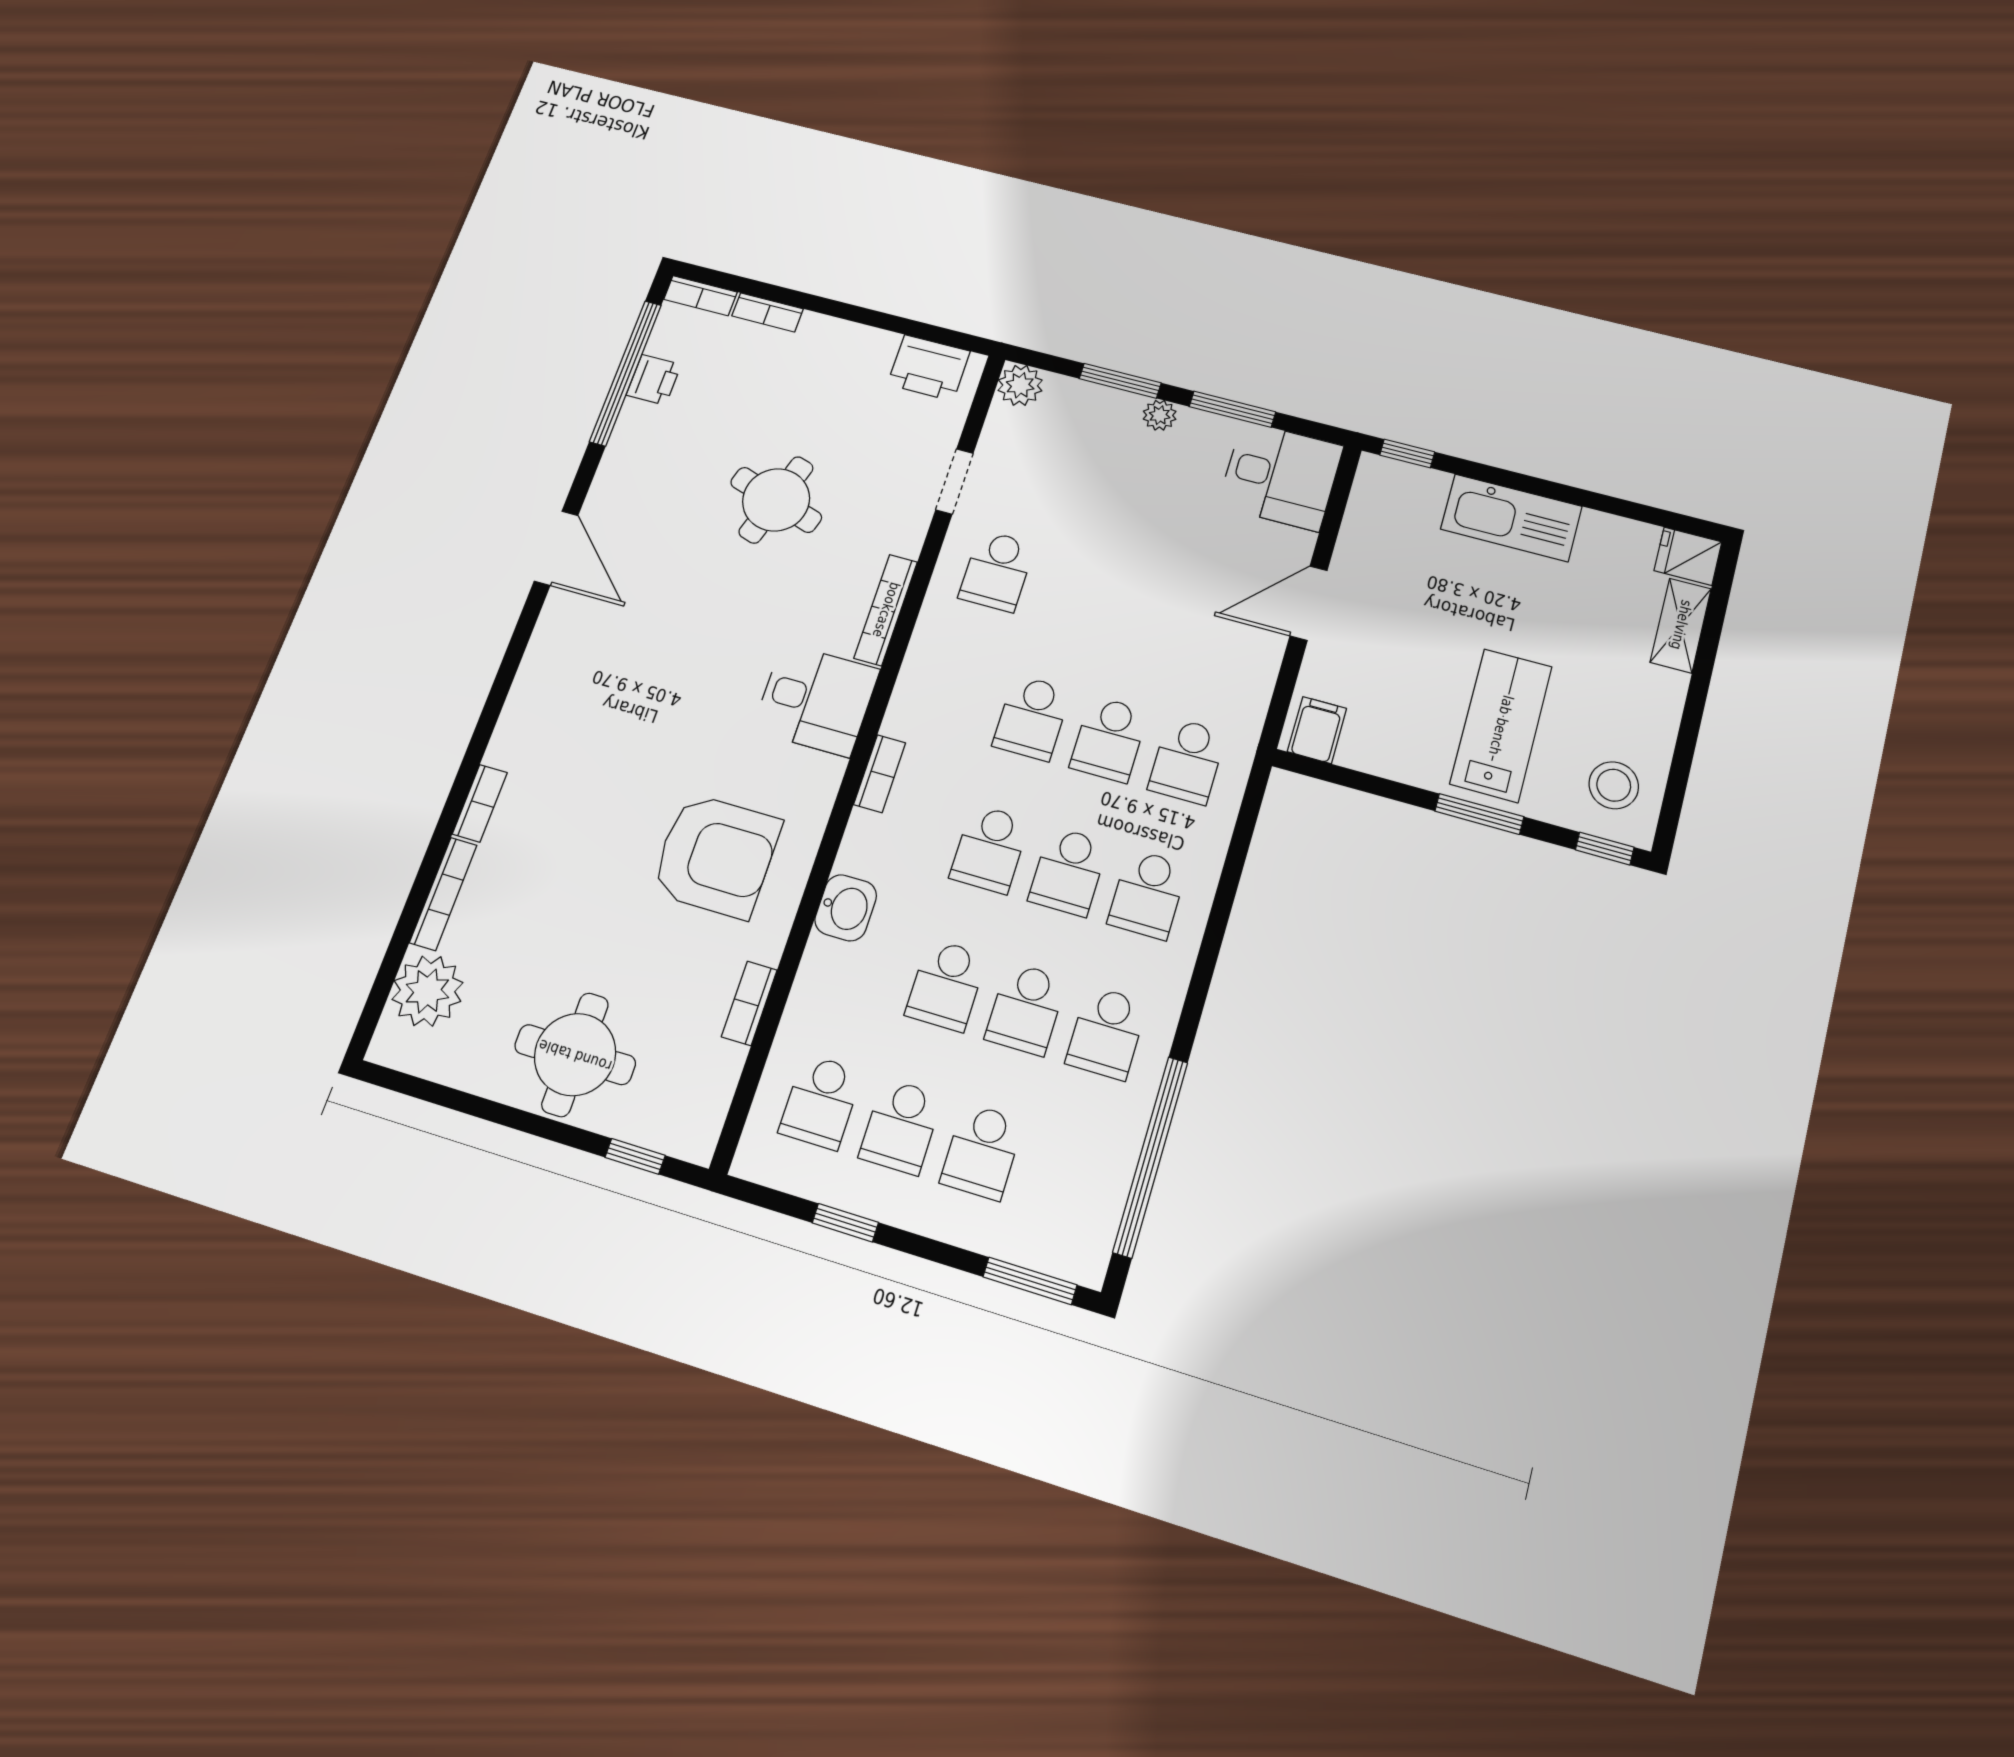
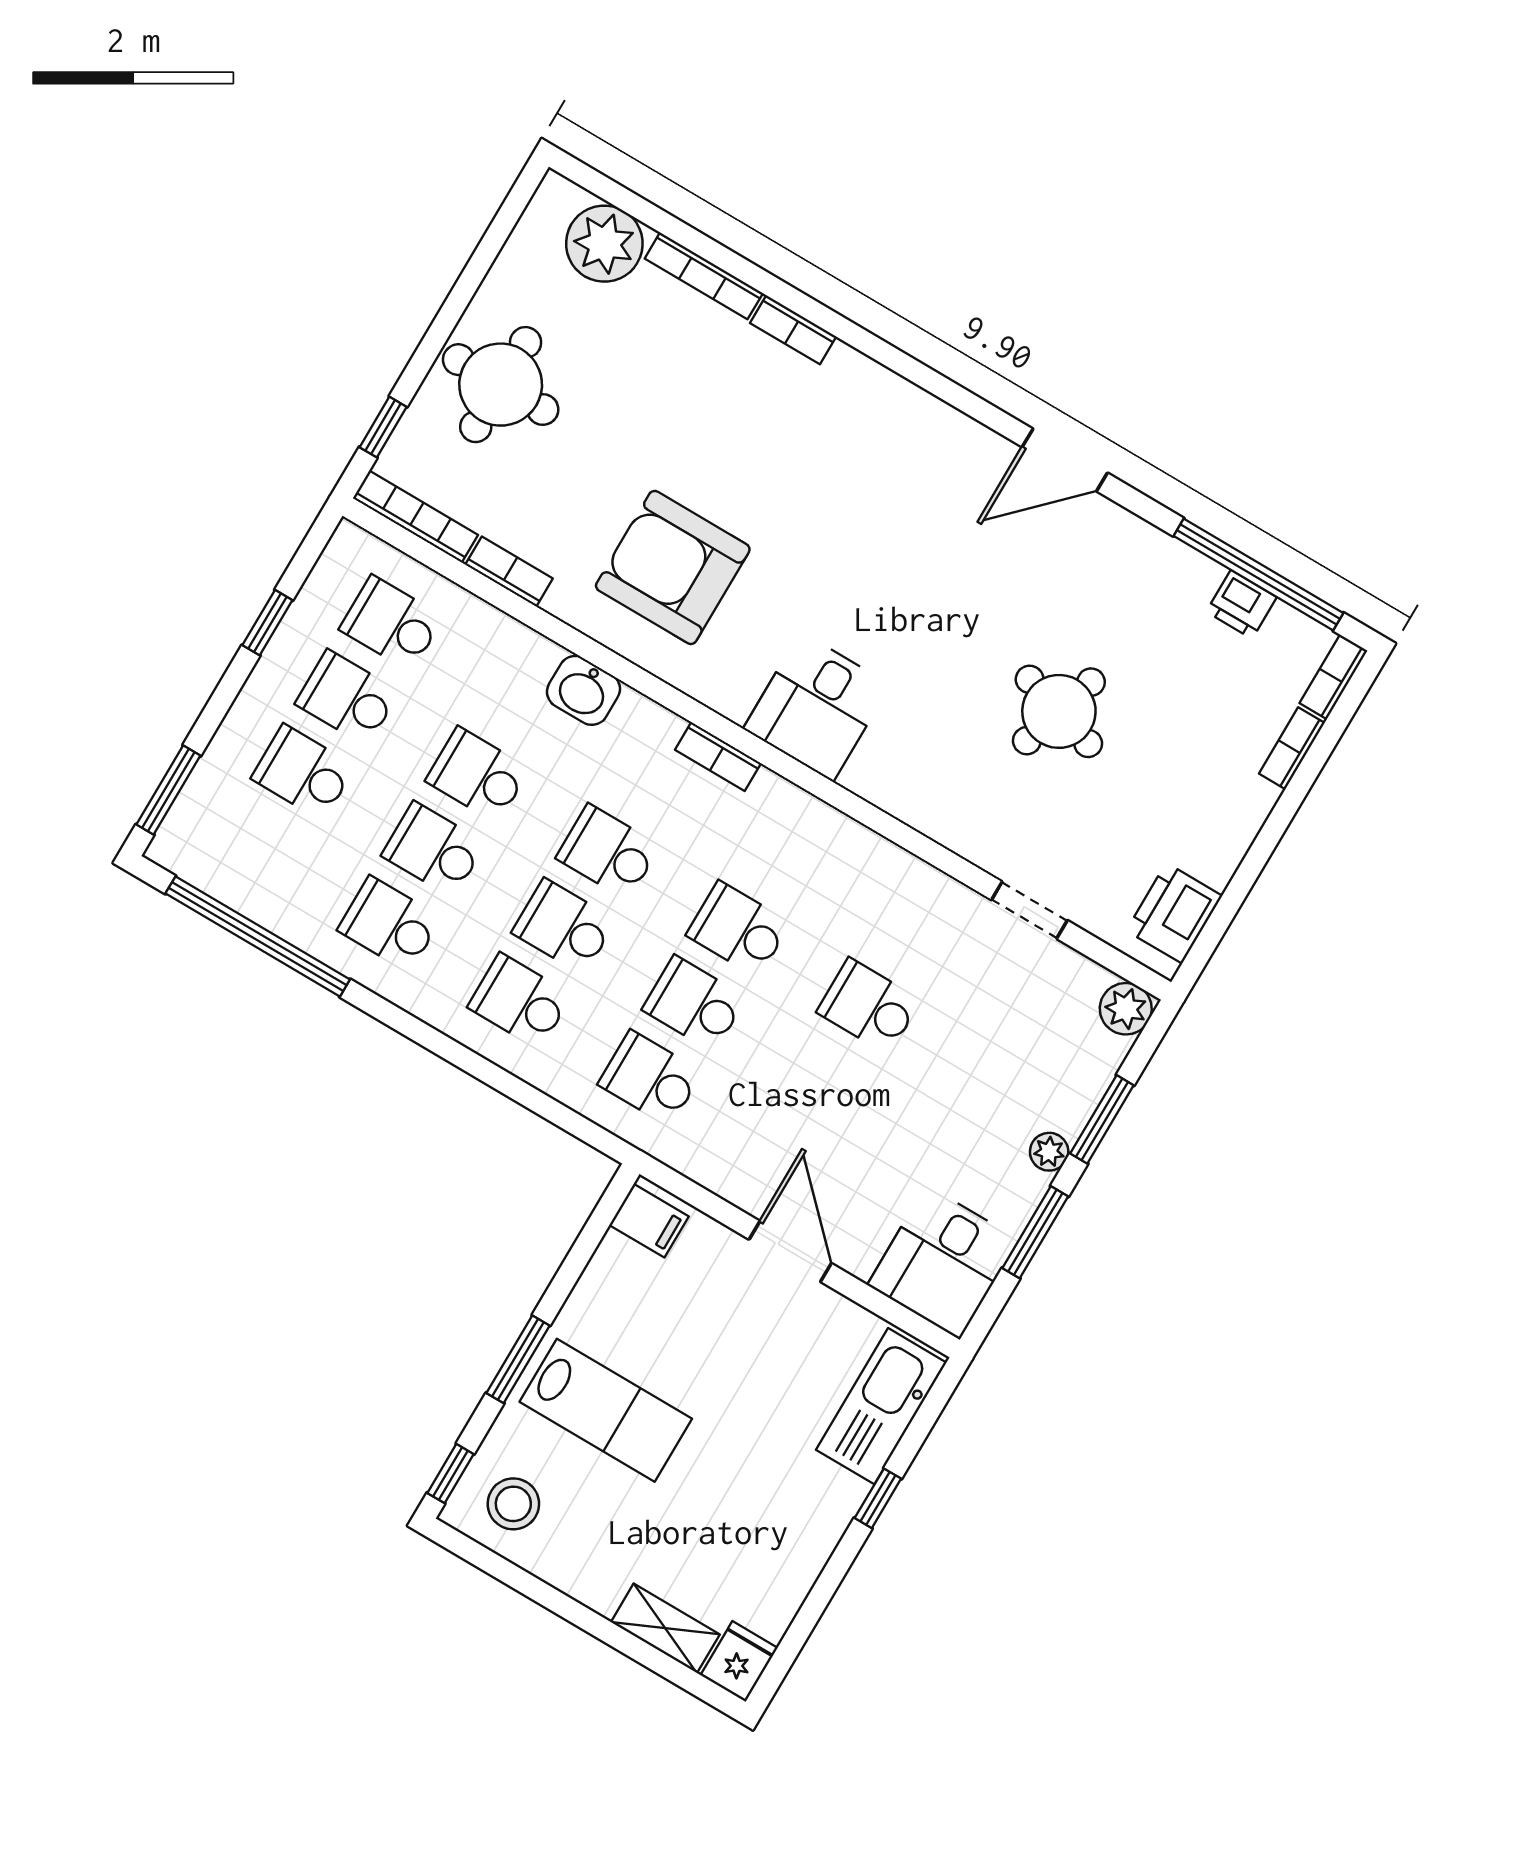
window: (1407, 454) -> (878, 1498), moved
kitchen sink: (1511, 518) -> (881, 1406), moved
school desk: (997, 571) -> (869, 1006), moved
bookcase: (886, 610) -> (415, 517), moved
armchair: (716, 856) -> (673, 567), turned 90

